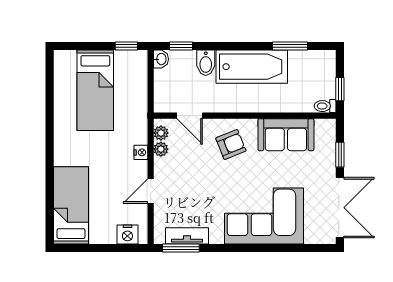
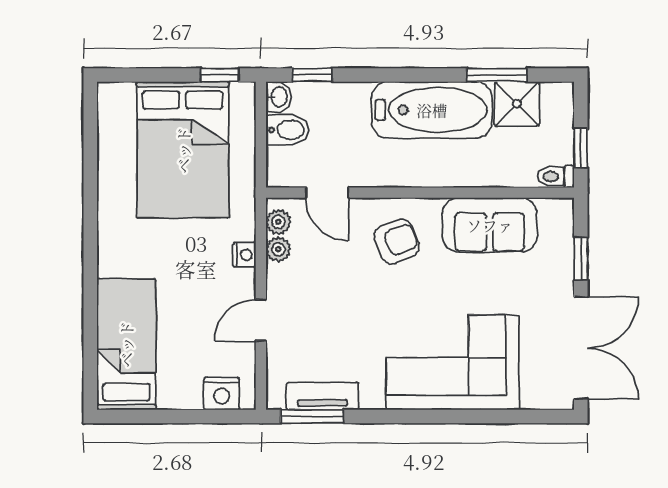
bidet: (206, 63) -> (288, 130), moved, turned -90
shower: (302, 63) -> (517, 104), added
bed: (95, 90) -> (183, 150), width x1.50

